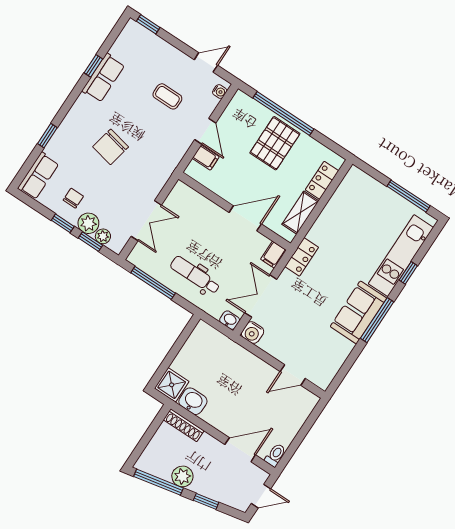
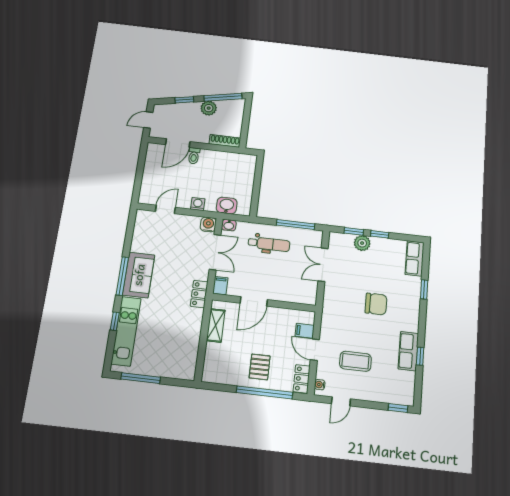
coffee table: (167, 96) -> (355, 361), width x1.36, depth x1.30
pallet: (275, 143) -> (260, 367), width x0.67, depth x0.71
chair: (111, 147) -> (376, 304), turned 78
locker: (322, 180) -> (302, 379), moved, turned 180
chair: (73, 198) -> (382, 255), removed
plant: (103, 236) -> (347, 239), removed
washing machine: (253, 363) -> (198, 204), added
shower: (172, 385) -> (247, 163), removed
washbasin: (193, 401) -> (227, 206), moved, turned 180
toilet: (275, 455) -> (194, 156), moved

